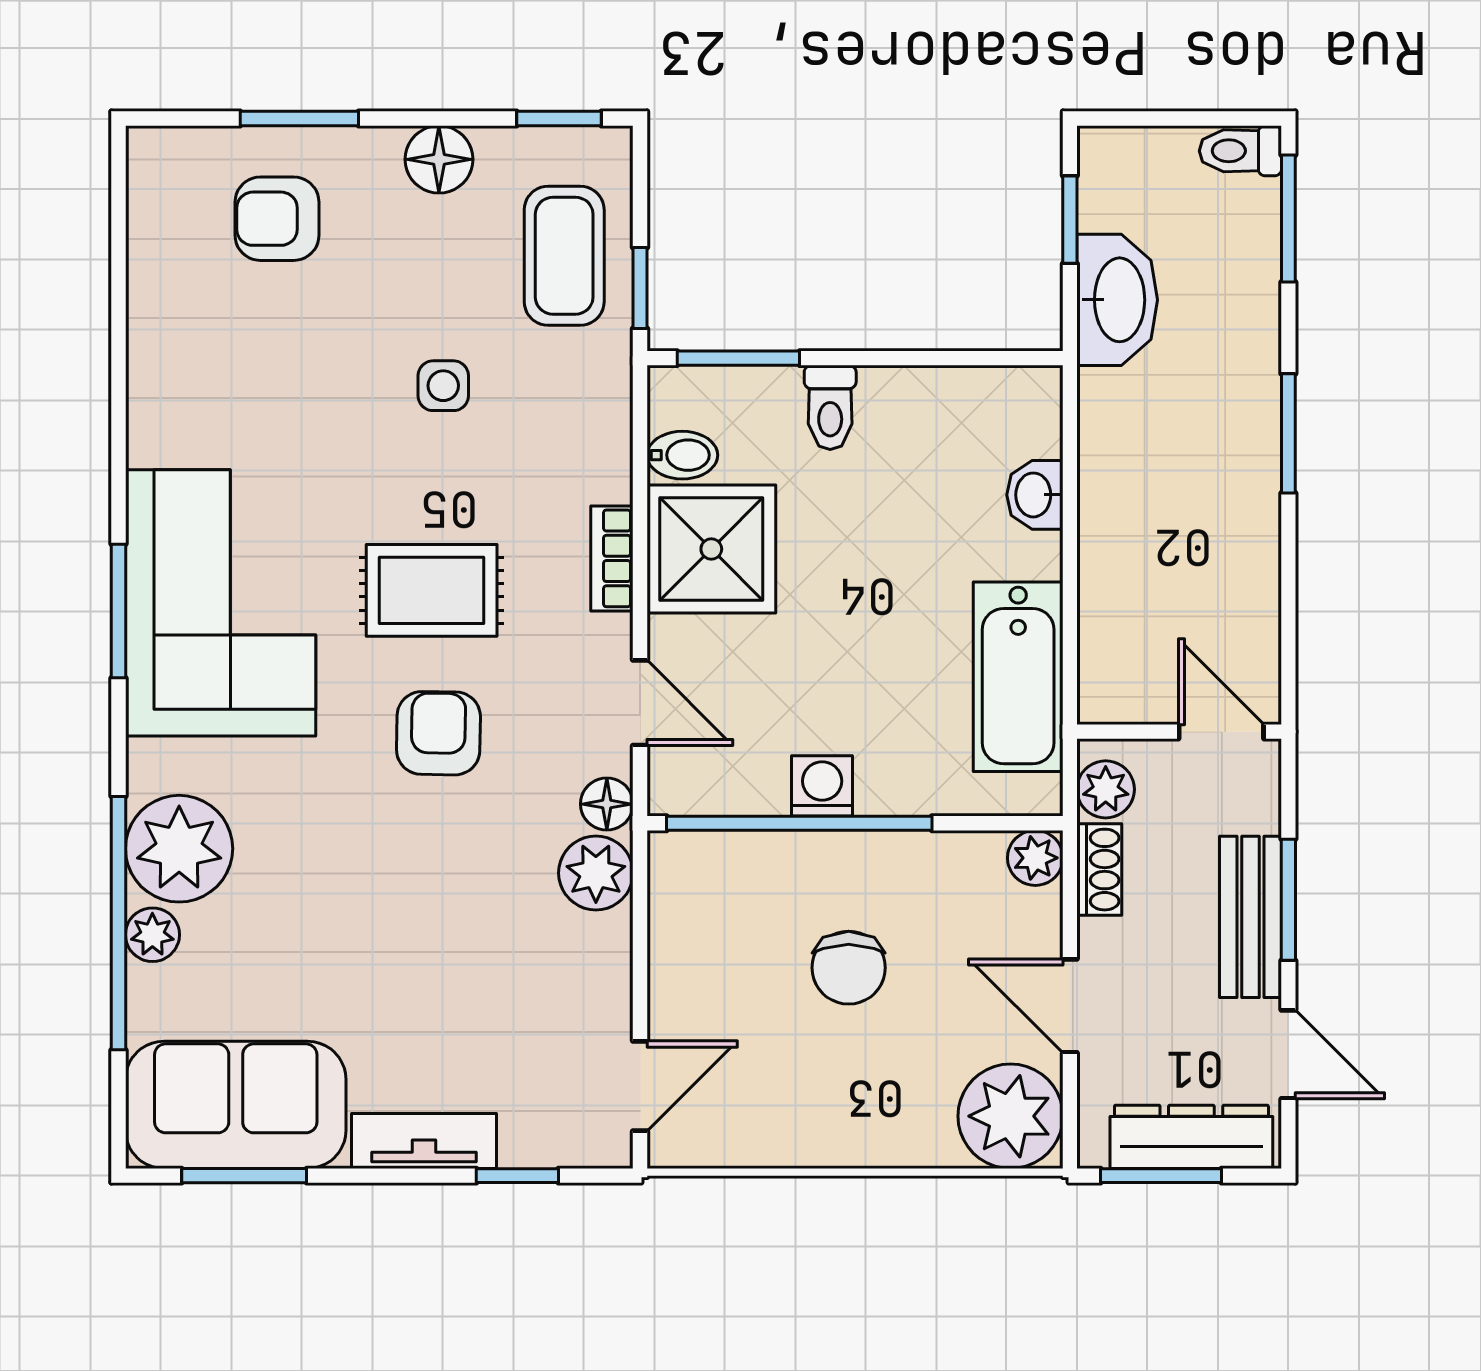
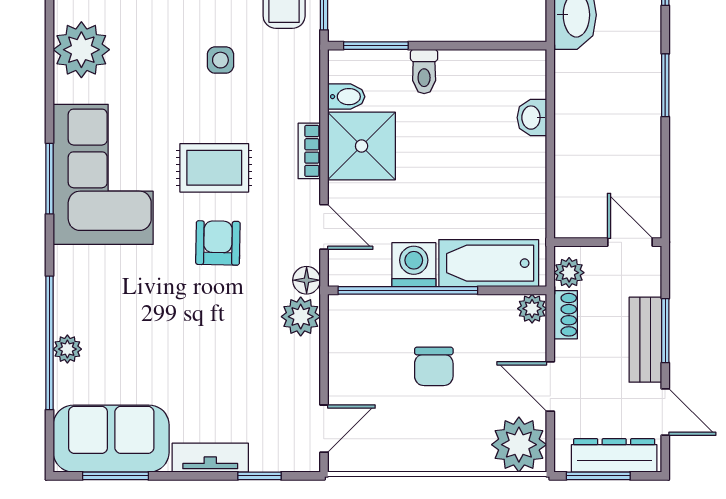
bathtub: (1018, 677) -> (489, 263), moved, turned 90
washing machine: (822, 786) -> (414, 265), width x1.38, depth x1.38
plant: (179, 849) -> (81, 50), moved

